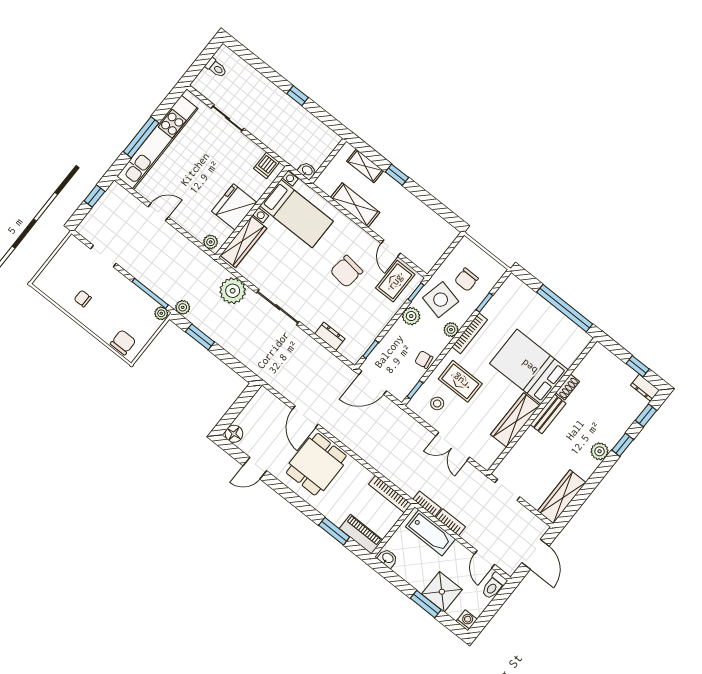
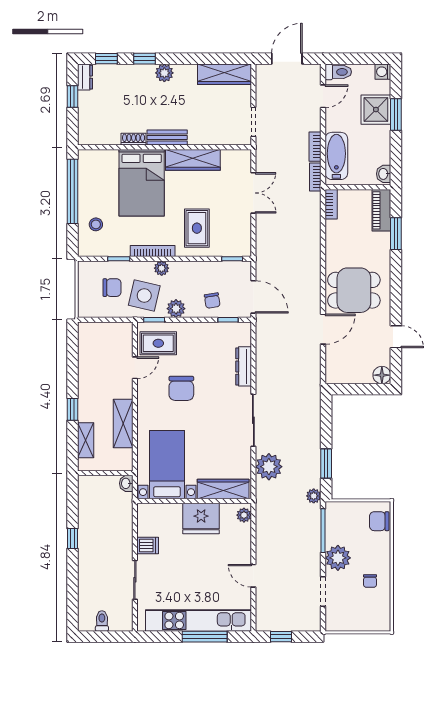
dishwasher: (266, 165) -> (148, 545), moved
chair: (346, 271) -> (181, 388), turned 83
plant: (161, 313) -> (338, 558), moved, width x1.88, depth x1.88
dresser: (330, 336) -> (244, 366), width x1.44
chair: (424, 360) -> (212, 301), moved
stool: (437, 403) -> (96, 224), moved
bookcase: (390, 494) -> (331, 204), width x0.64

